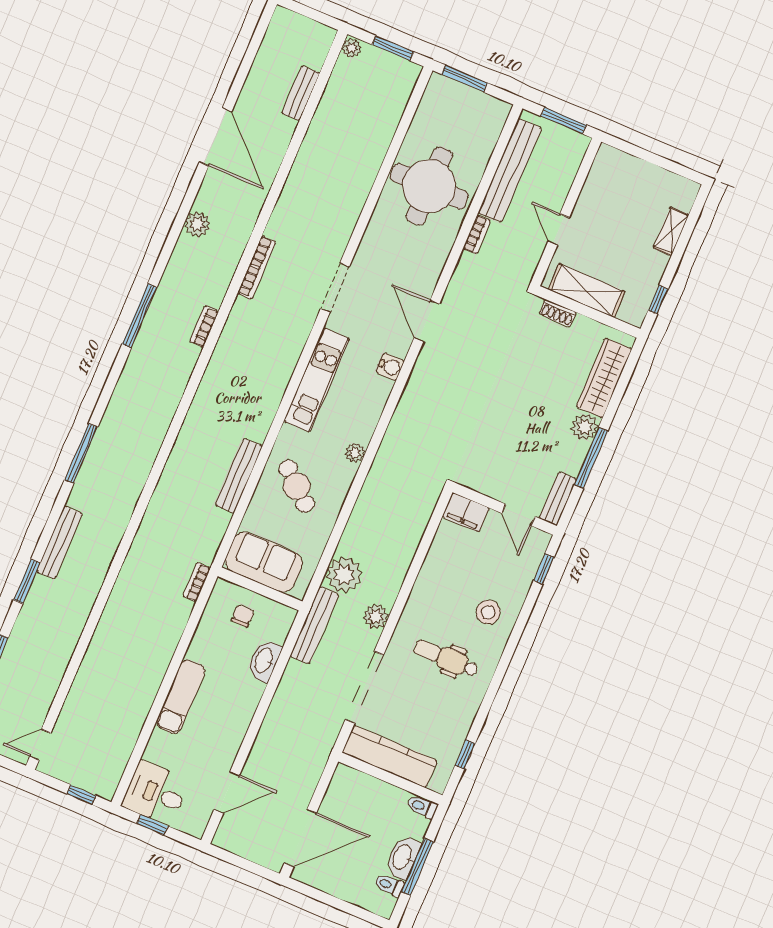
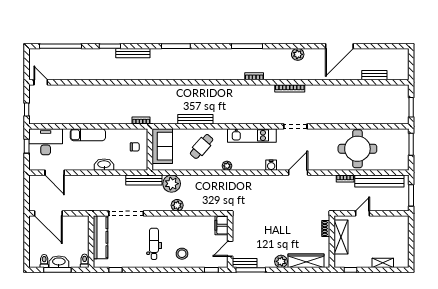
plant: (352, 48) -> (403, 89), removed
window: (591, 458) -> (251, 270), moved
plant: (376, 617) -> (177, 205), moved
washbasin: (264, 661) -> (104, 165), moved
desk: (156, 793) -> (46, 142), width x1.37

